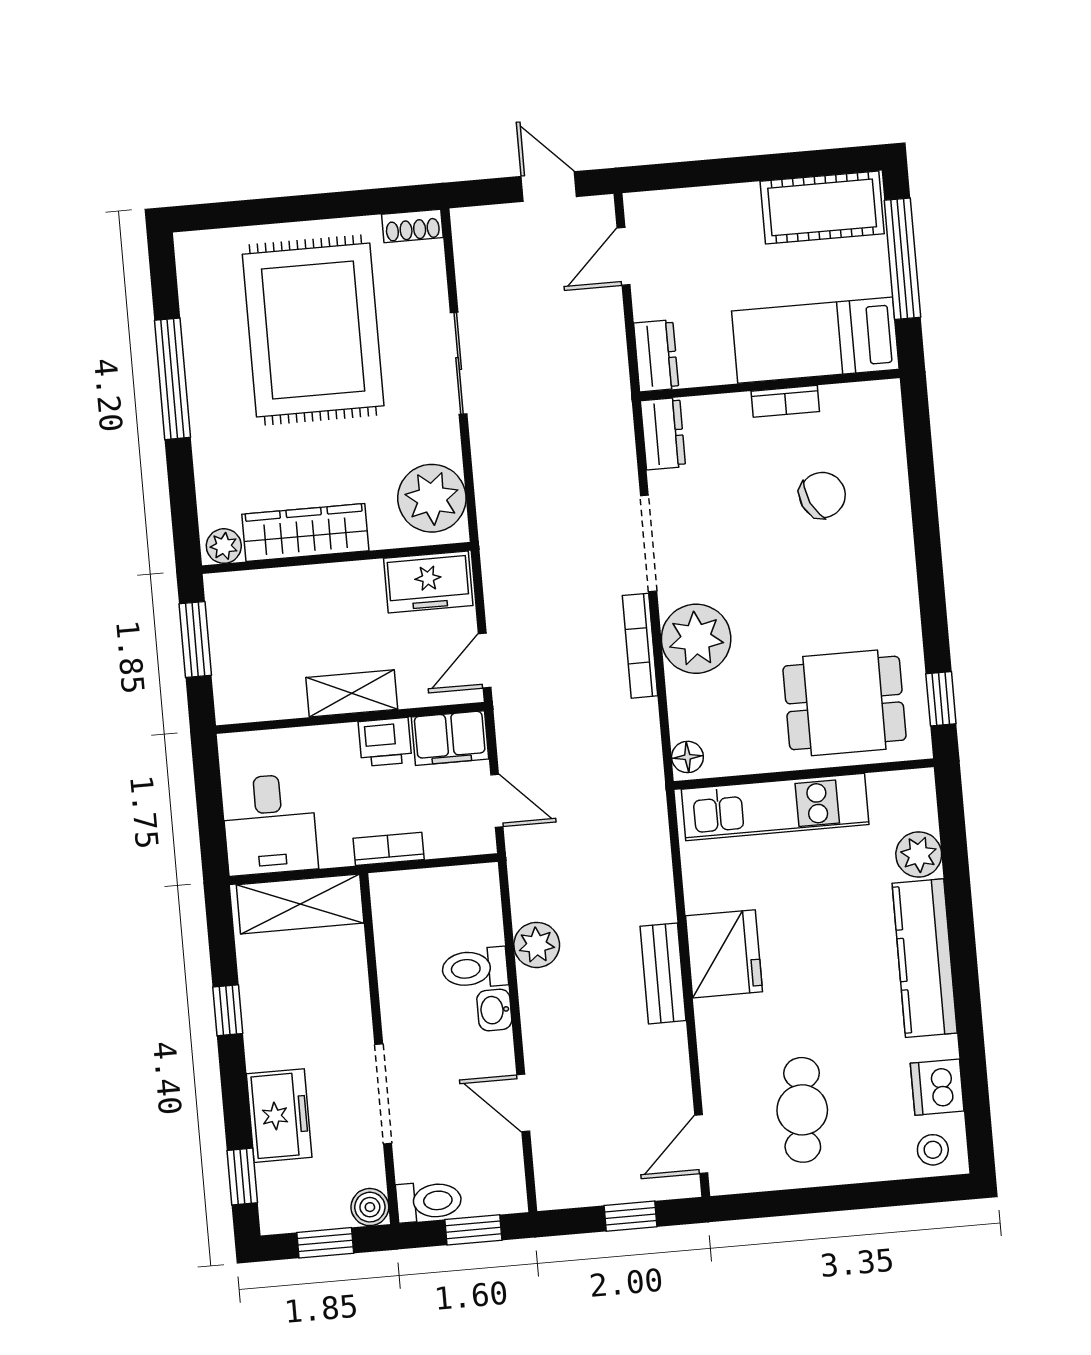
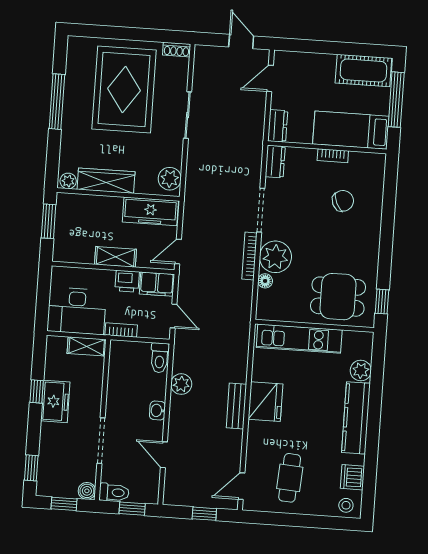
plant: (432, 498) -> (170, 179), width x0.73, depth x0.73
freezer: (428, 582) -> (150, 211), width x1.40
floor lamp: (687, 757) -> (265, 281), moved
desk: (270, 824) -> (77, 311), width x1.37
shelving: (300, 904) -> (87, 346), width x0.67, depth x0.75
toilet: (475, 968) -> (160, 358), moved, turned -90
freezer: (279, 1116) -> (55, 401), moved

